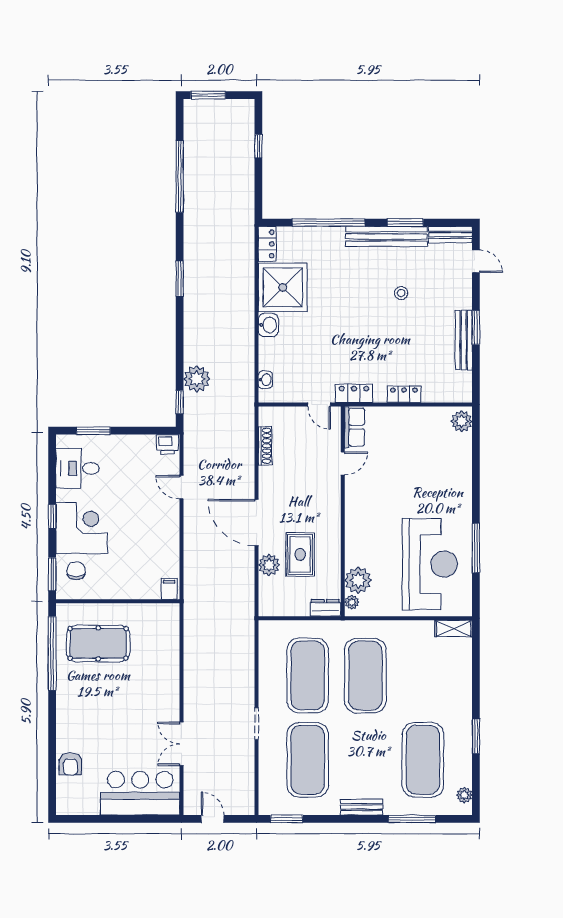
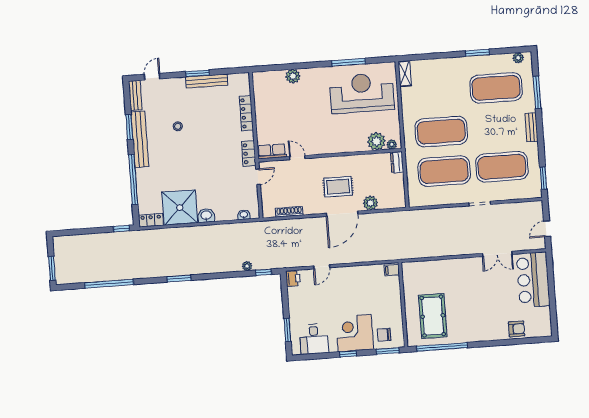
window: (258, 146) -> (121, 229), moved
plant: (197, 379) -> (247, 266), width x0.53, depth x0.53
locker: (404, 394) -> (246, 113), width x1.53
plant: (462, 421) -> (293, 76), moved
rug: (300, 554) -> (338, 187), moved

